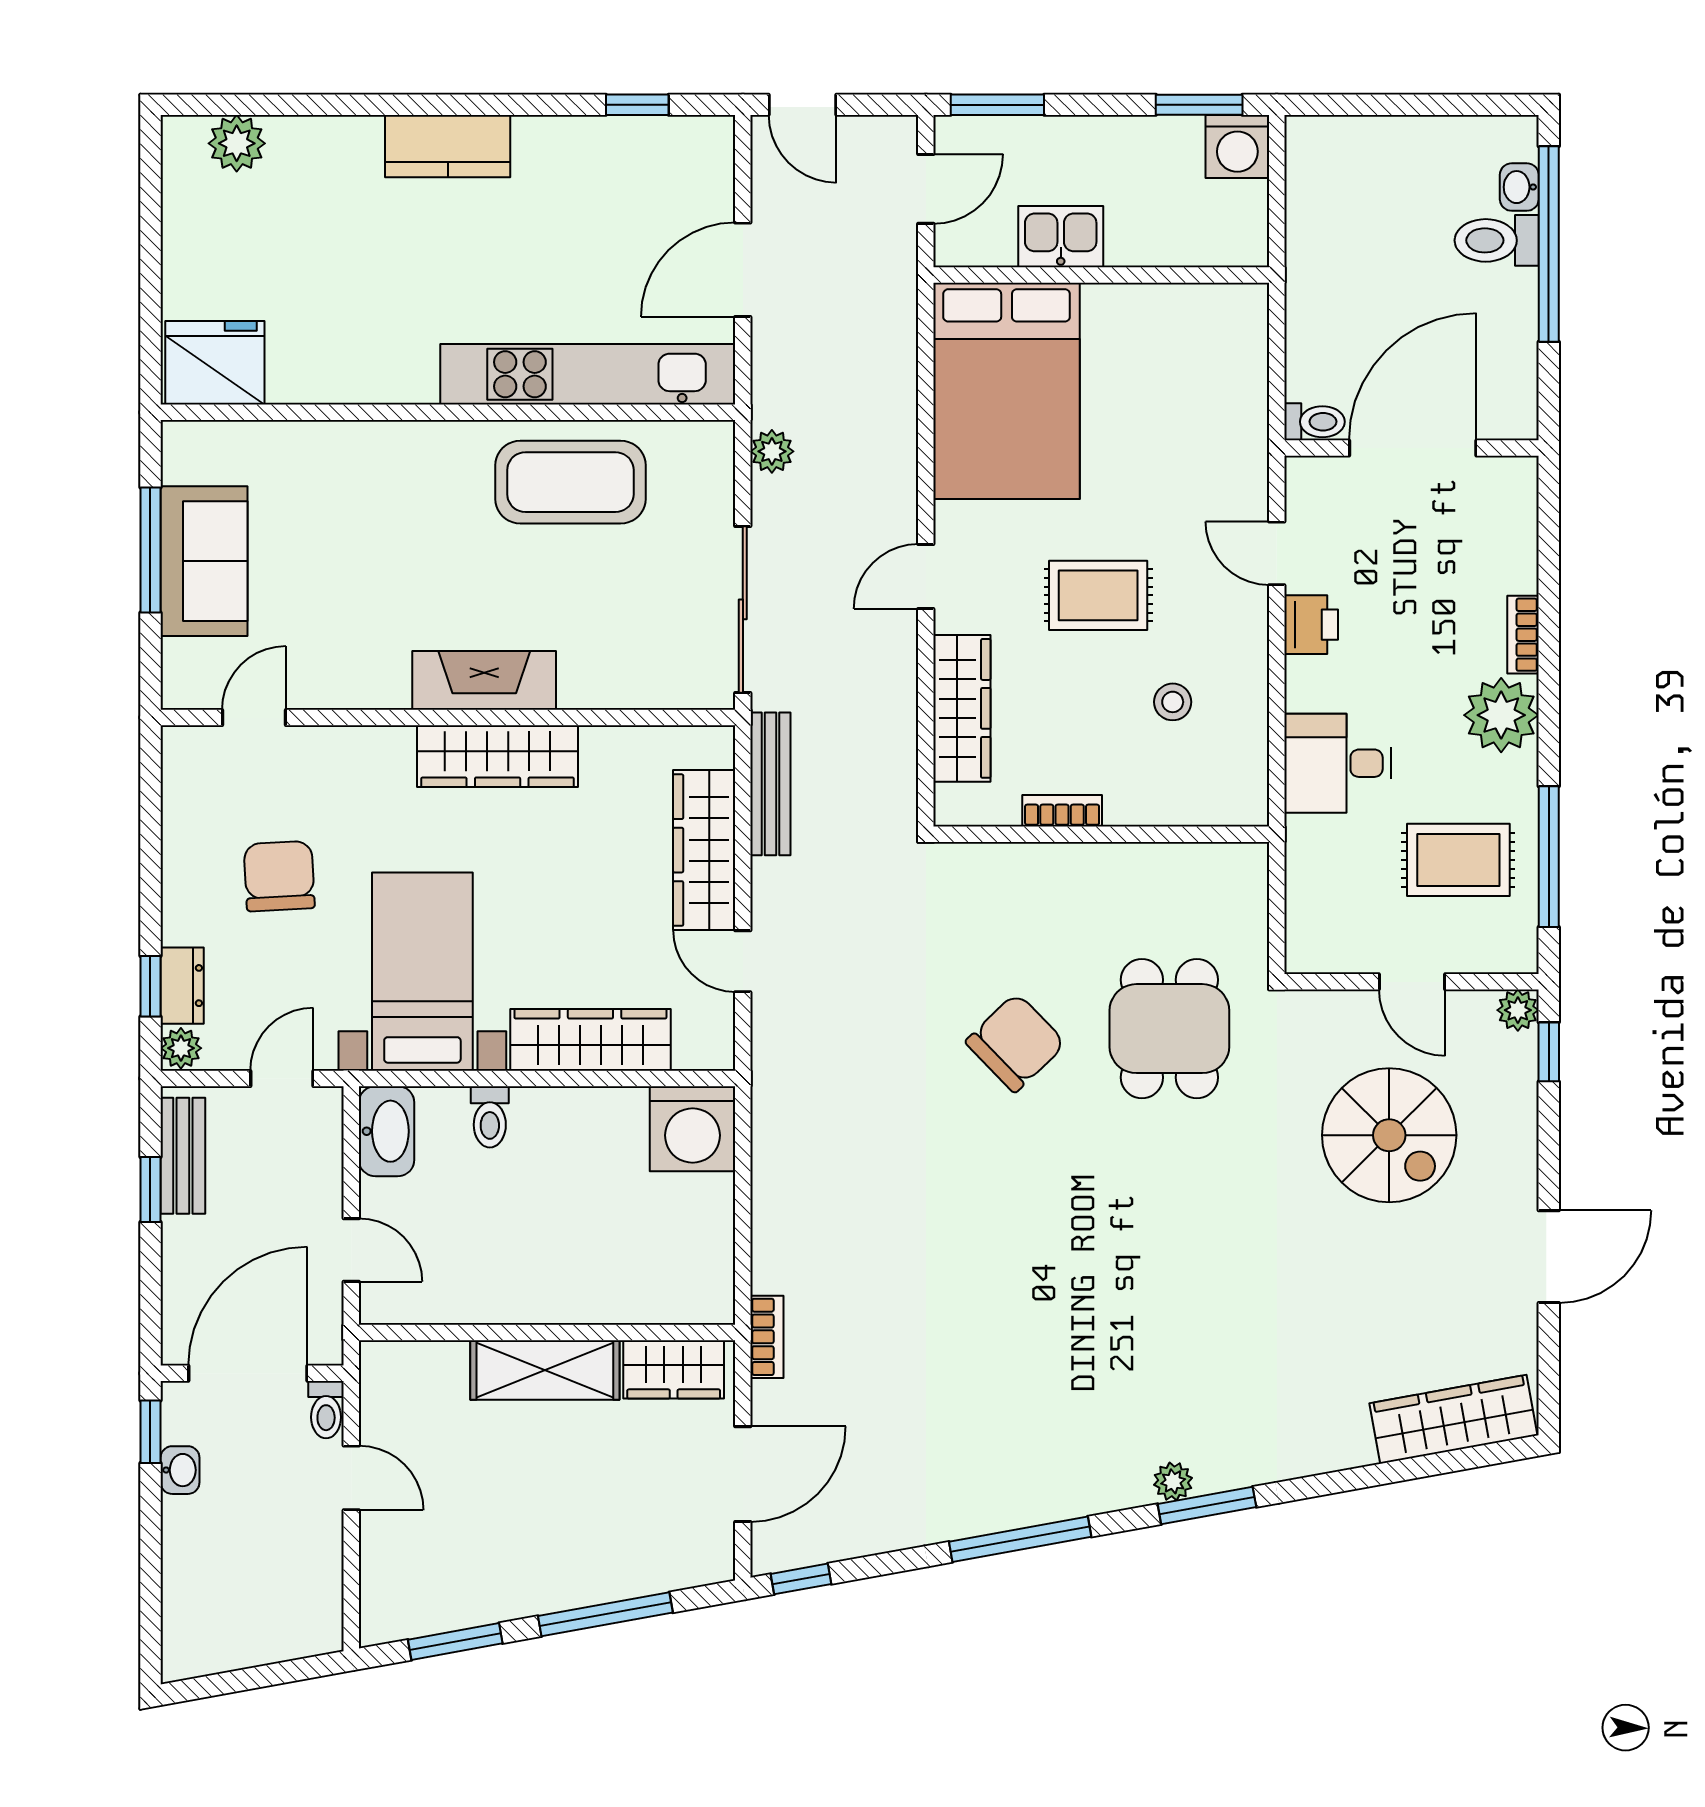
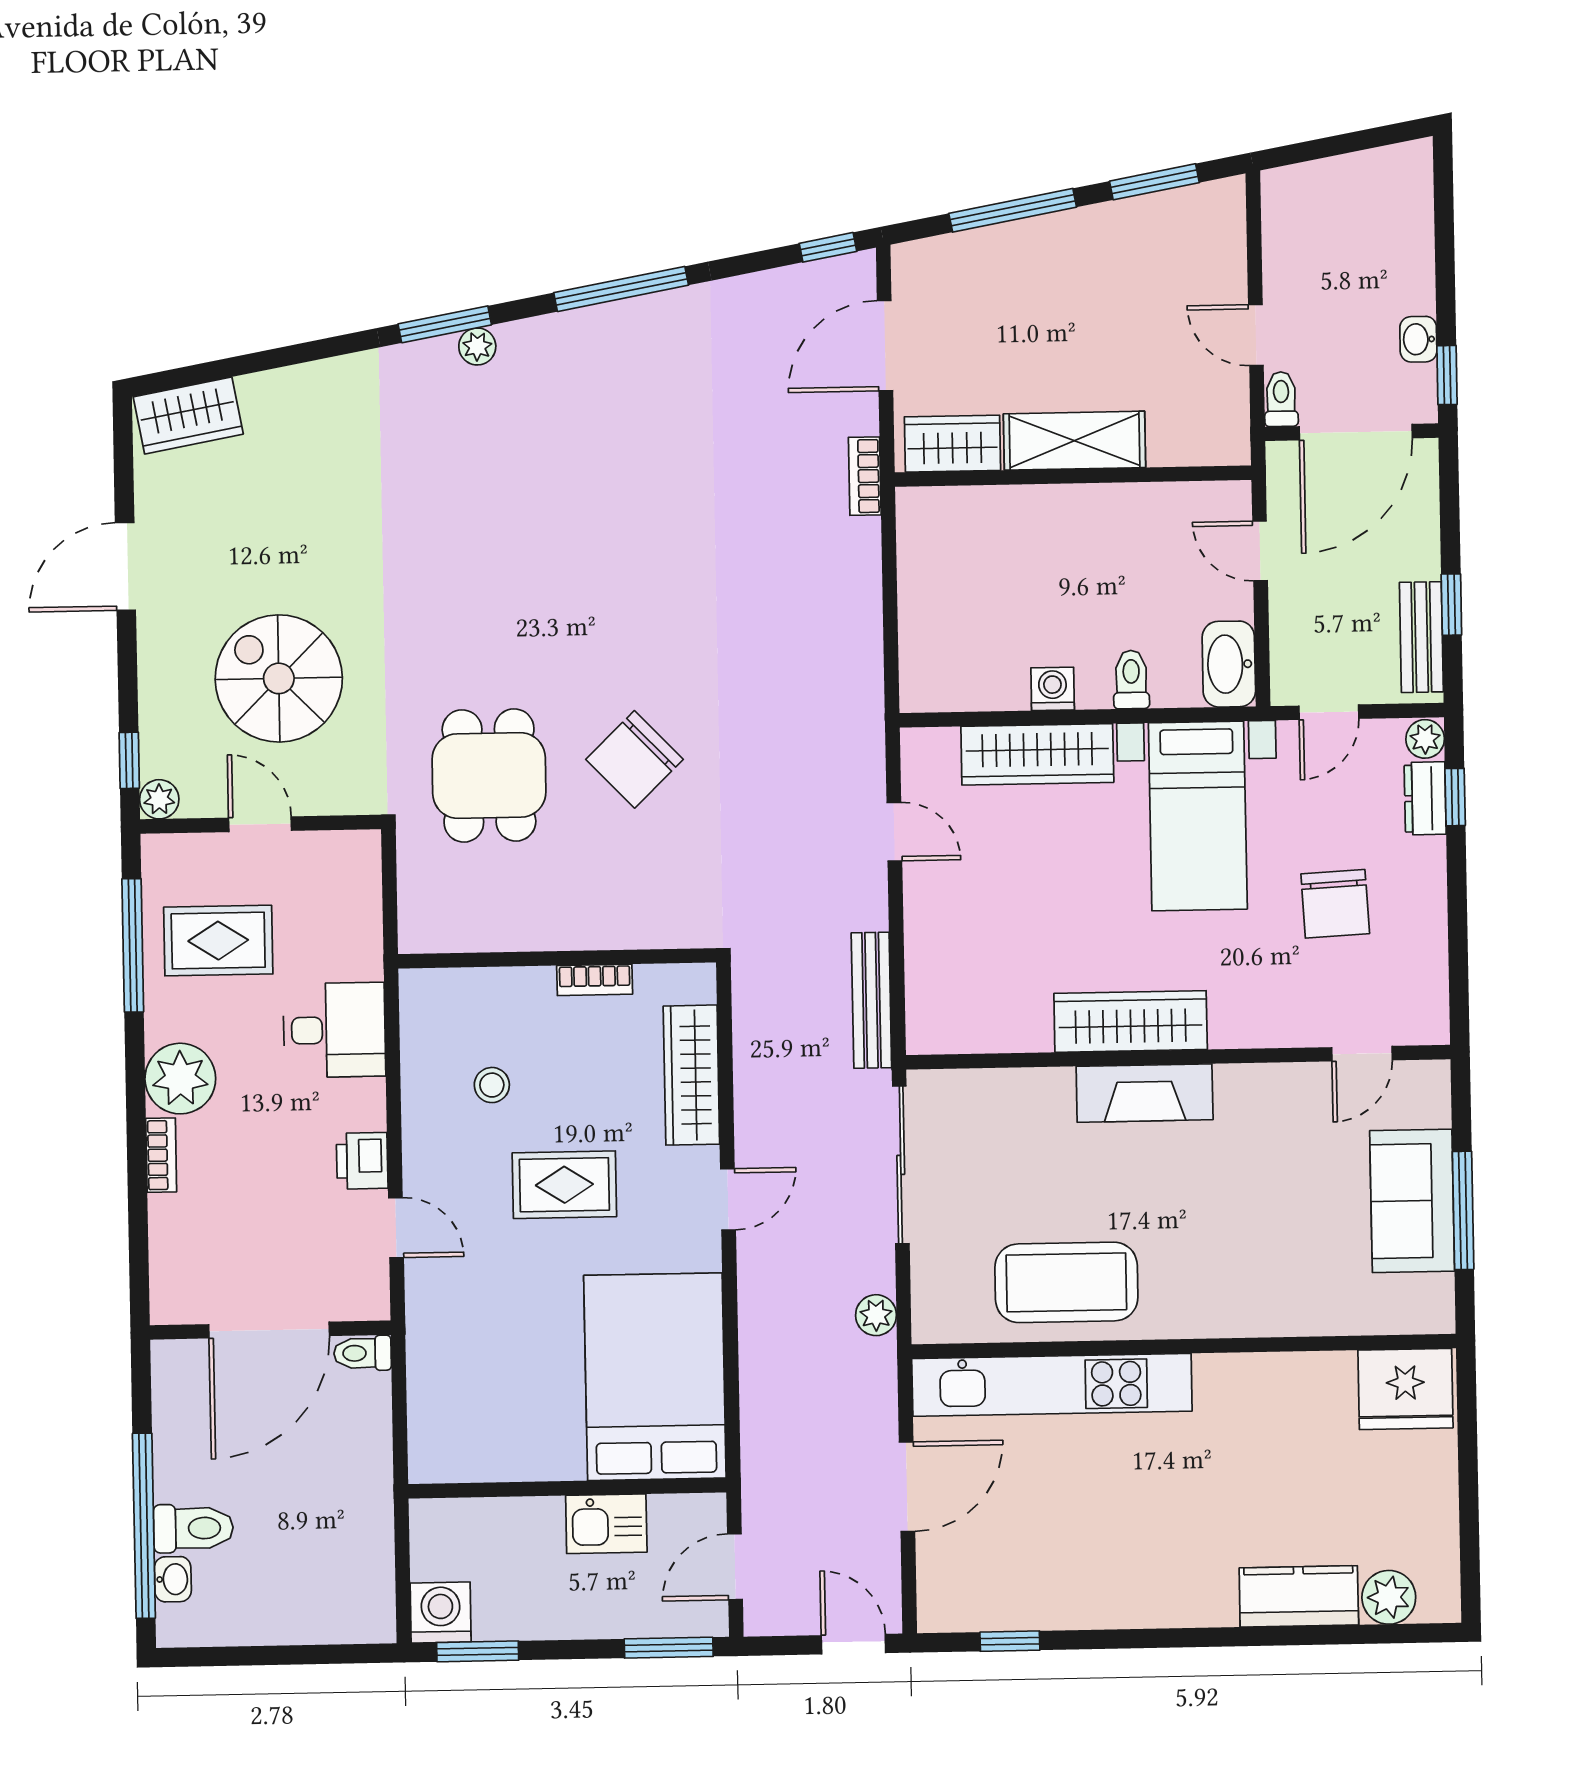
kitchen counter: (448, 146) -> (1299, 1596), moved
wardrobe: (704, 850) -> (933, 936), removed
washing machine: (693, 1129) -> (1053, 689), moved, width x0.53, depth x0.53
wardrobe: (1453, 1419) -> (188, 415), width x0.67

